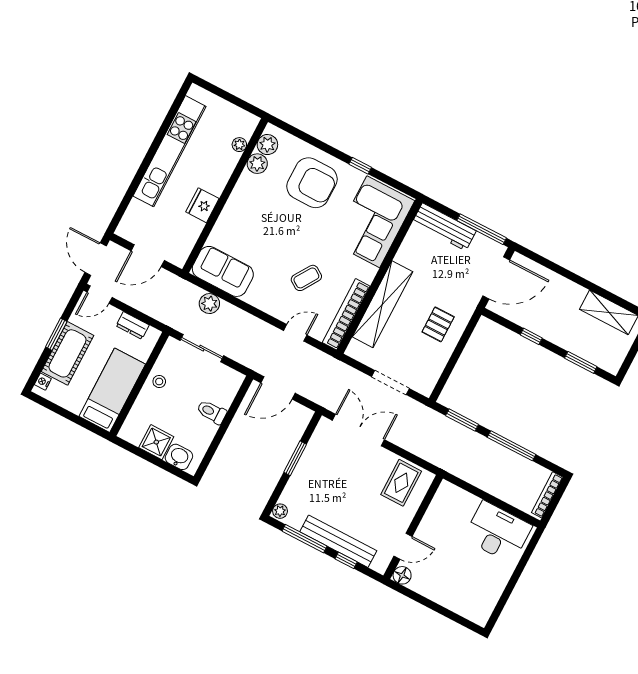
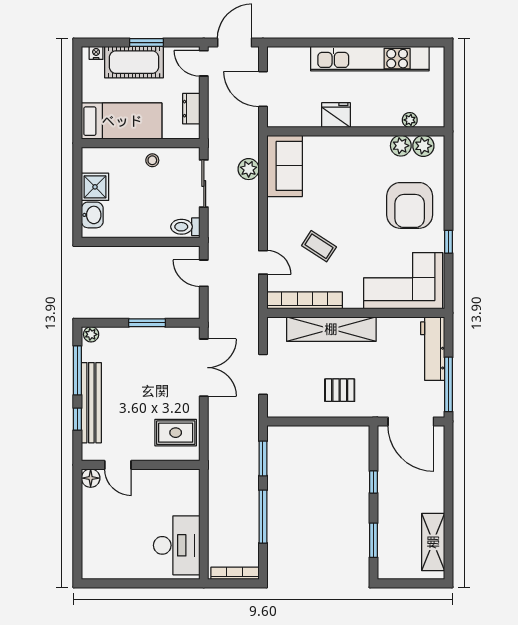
door: (278, 388) -> (204, 273), width x0.73
toilet: (212, 412) -> (185, 227), moved, turned -90

